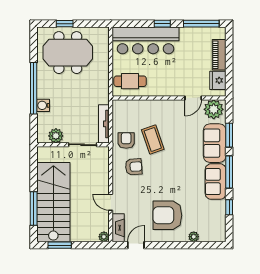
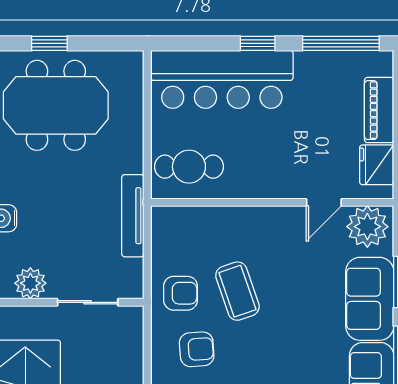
tv unit: (104, 124) -> (133, 216), moved
armchair: (126, 140) -> (181, 293), turned 90

